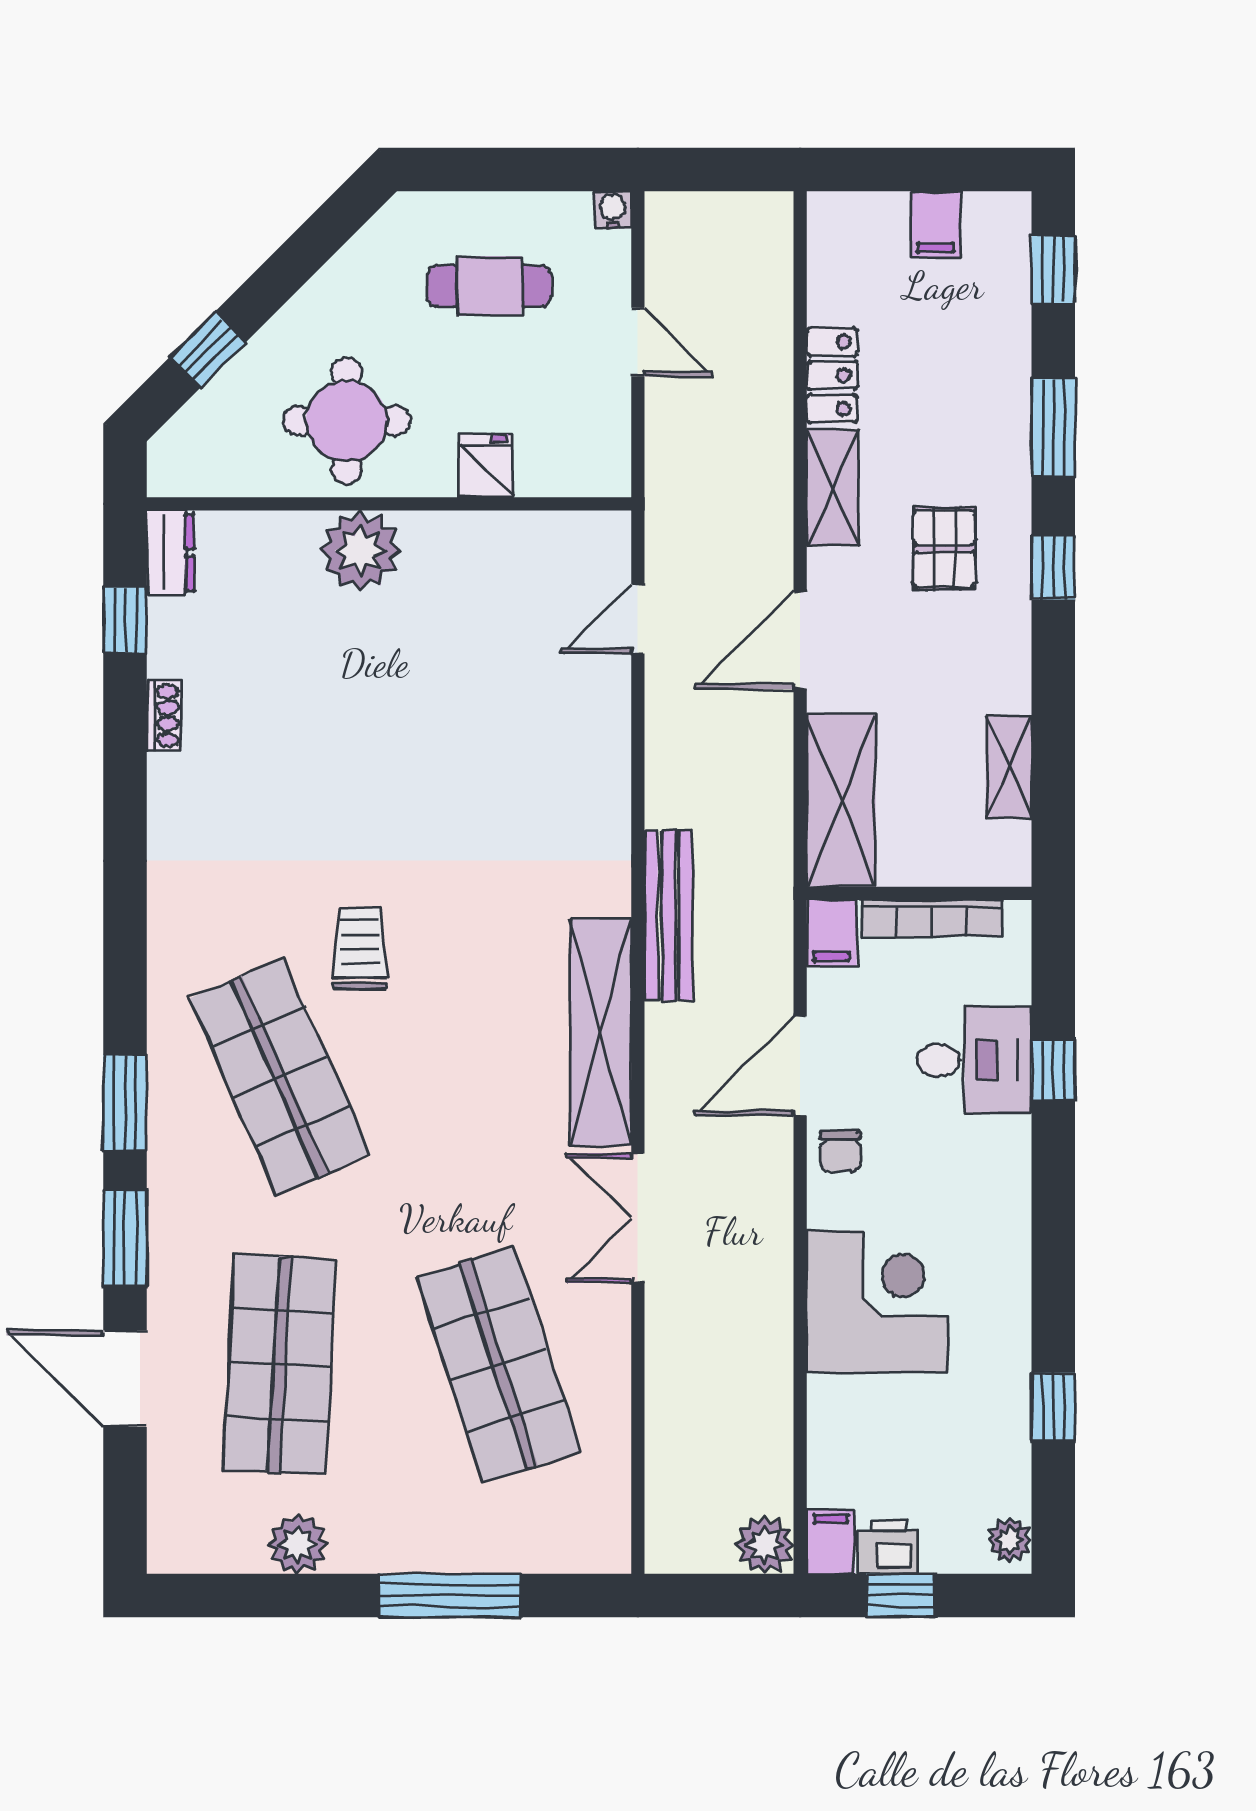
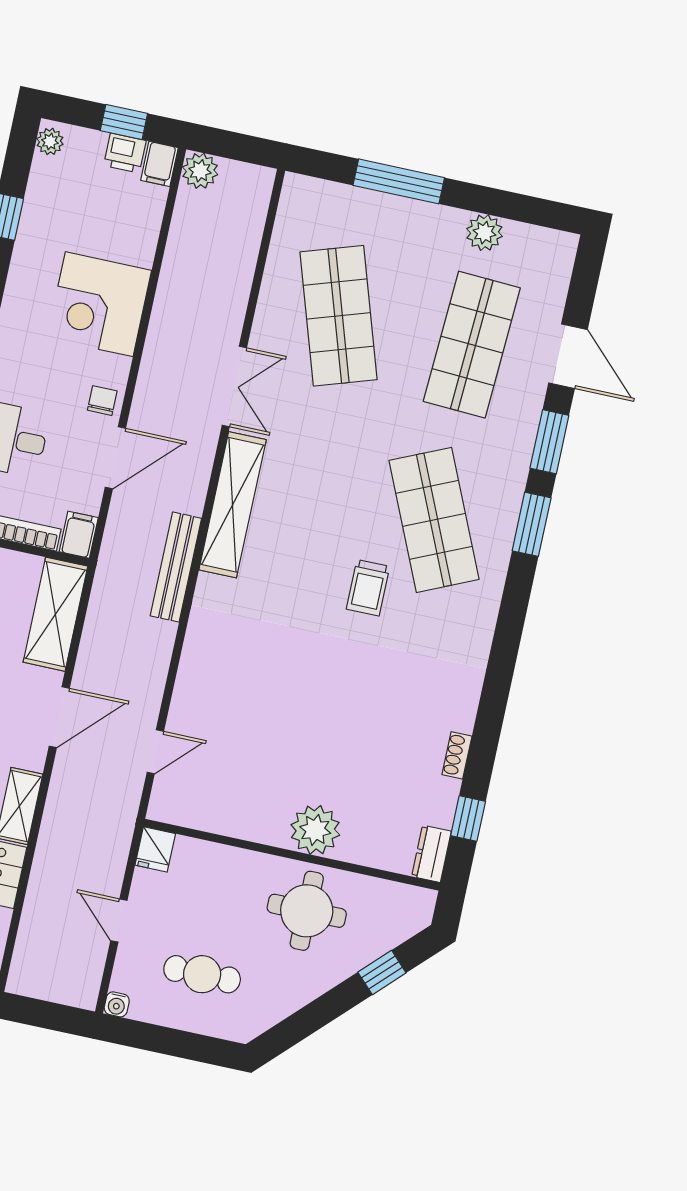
fridge: (486, 466) -> (155, 849), moved

